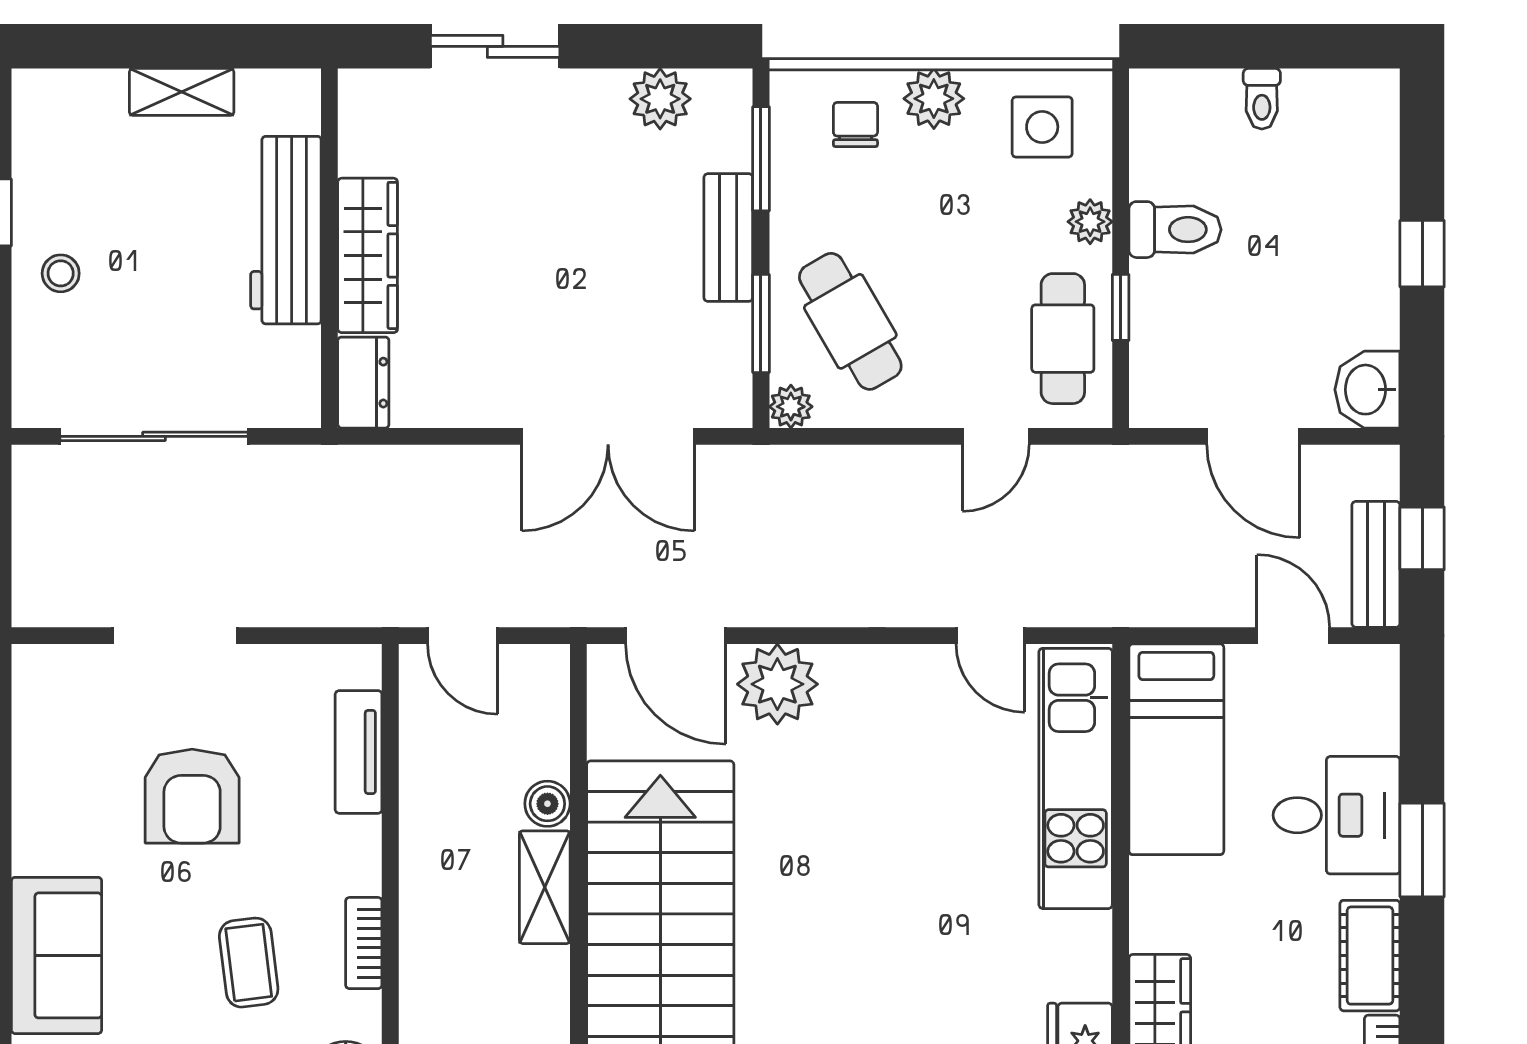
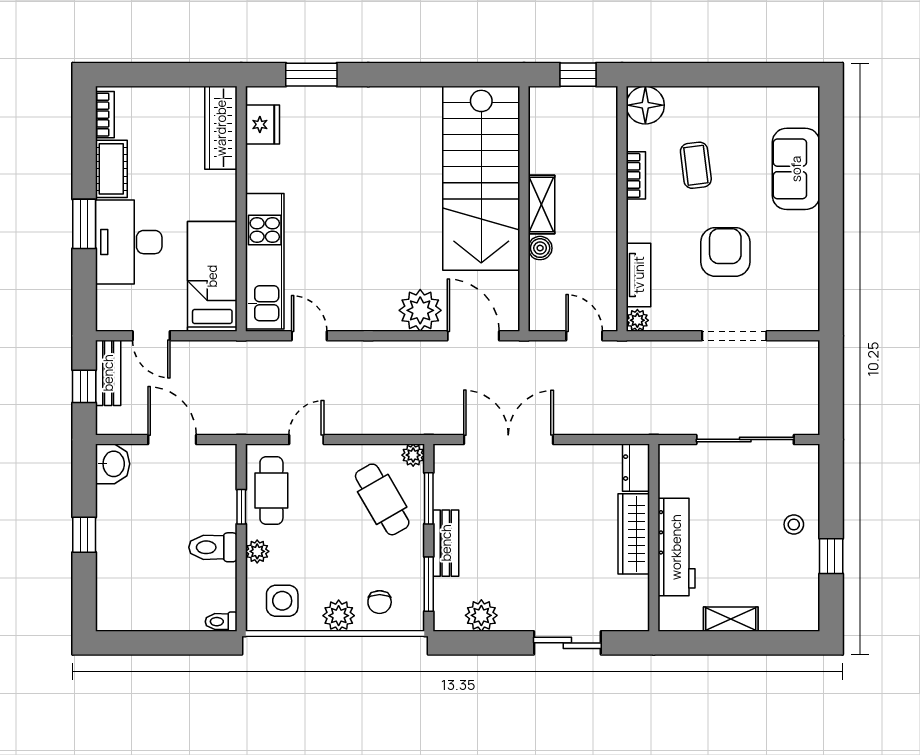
toilet: (1262, 99) -> (221, 622), moved, turned -90
plant: (361, 665) -> (637, 320), added
desk: (1337, 815) -> (129, 242), width x1.37

